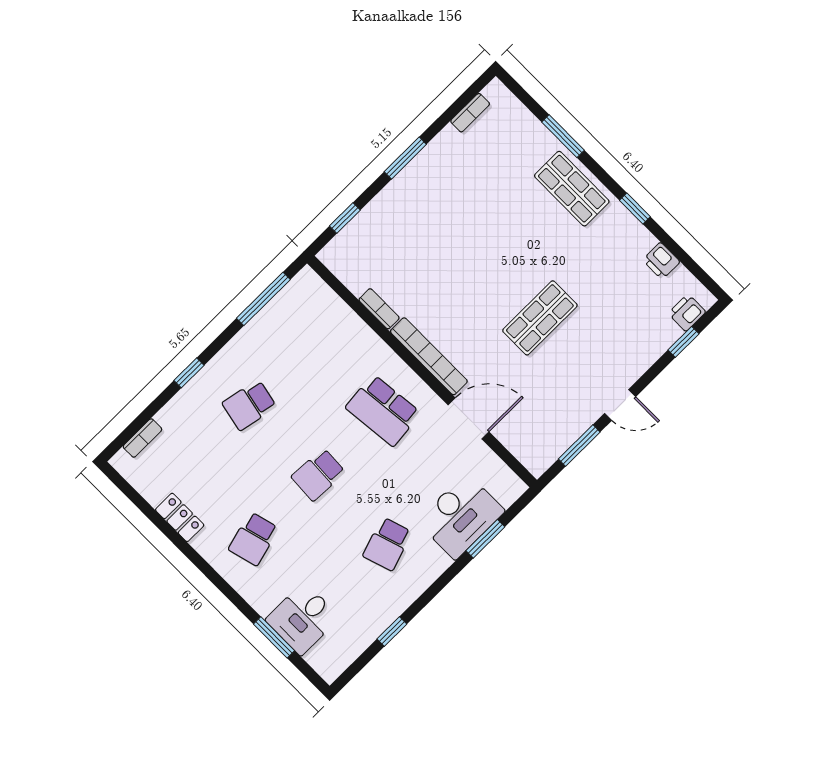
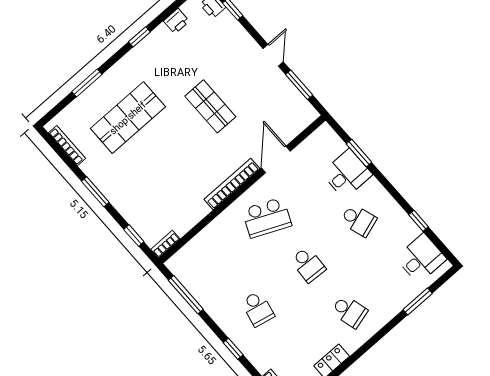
bookcase: (470, 113) -> (67, 146), width x1.56
shop shelf: (572, 189) -> (128, 118), moved, width x1.43, depth x1.36
bookcase: (379, 309) -> (165, 244), moved
school desk: (383, 410) -> (267, 218), turned 30
desk: (461, 516) -> (347, 174), width x0.73
desk: (303, 619) -> (421, 258), moved, turned -90

